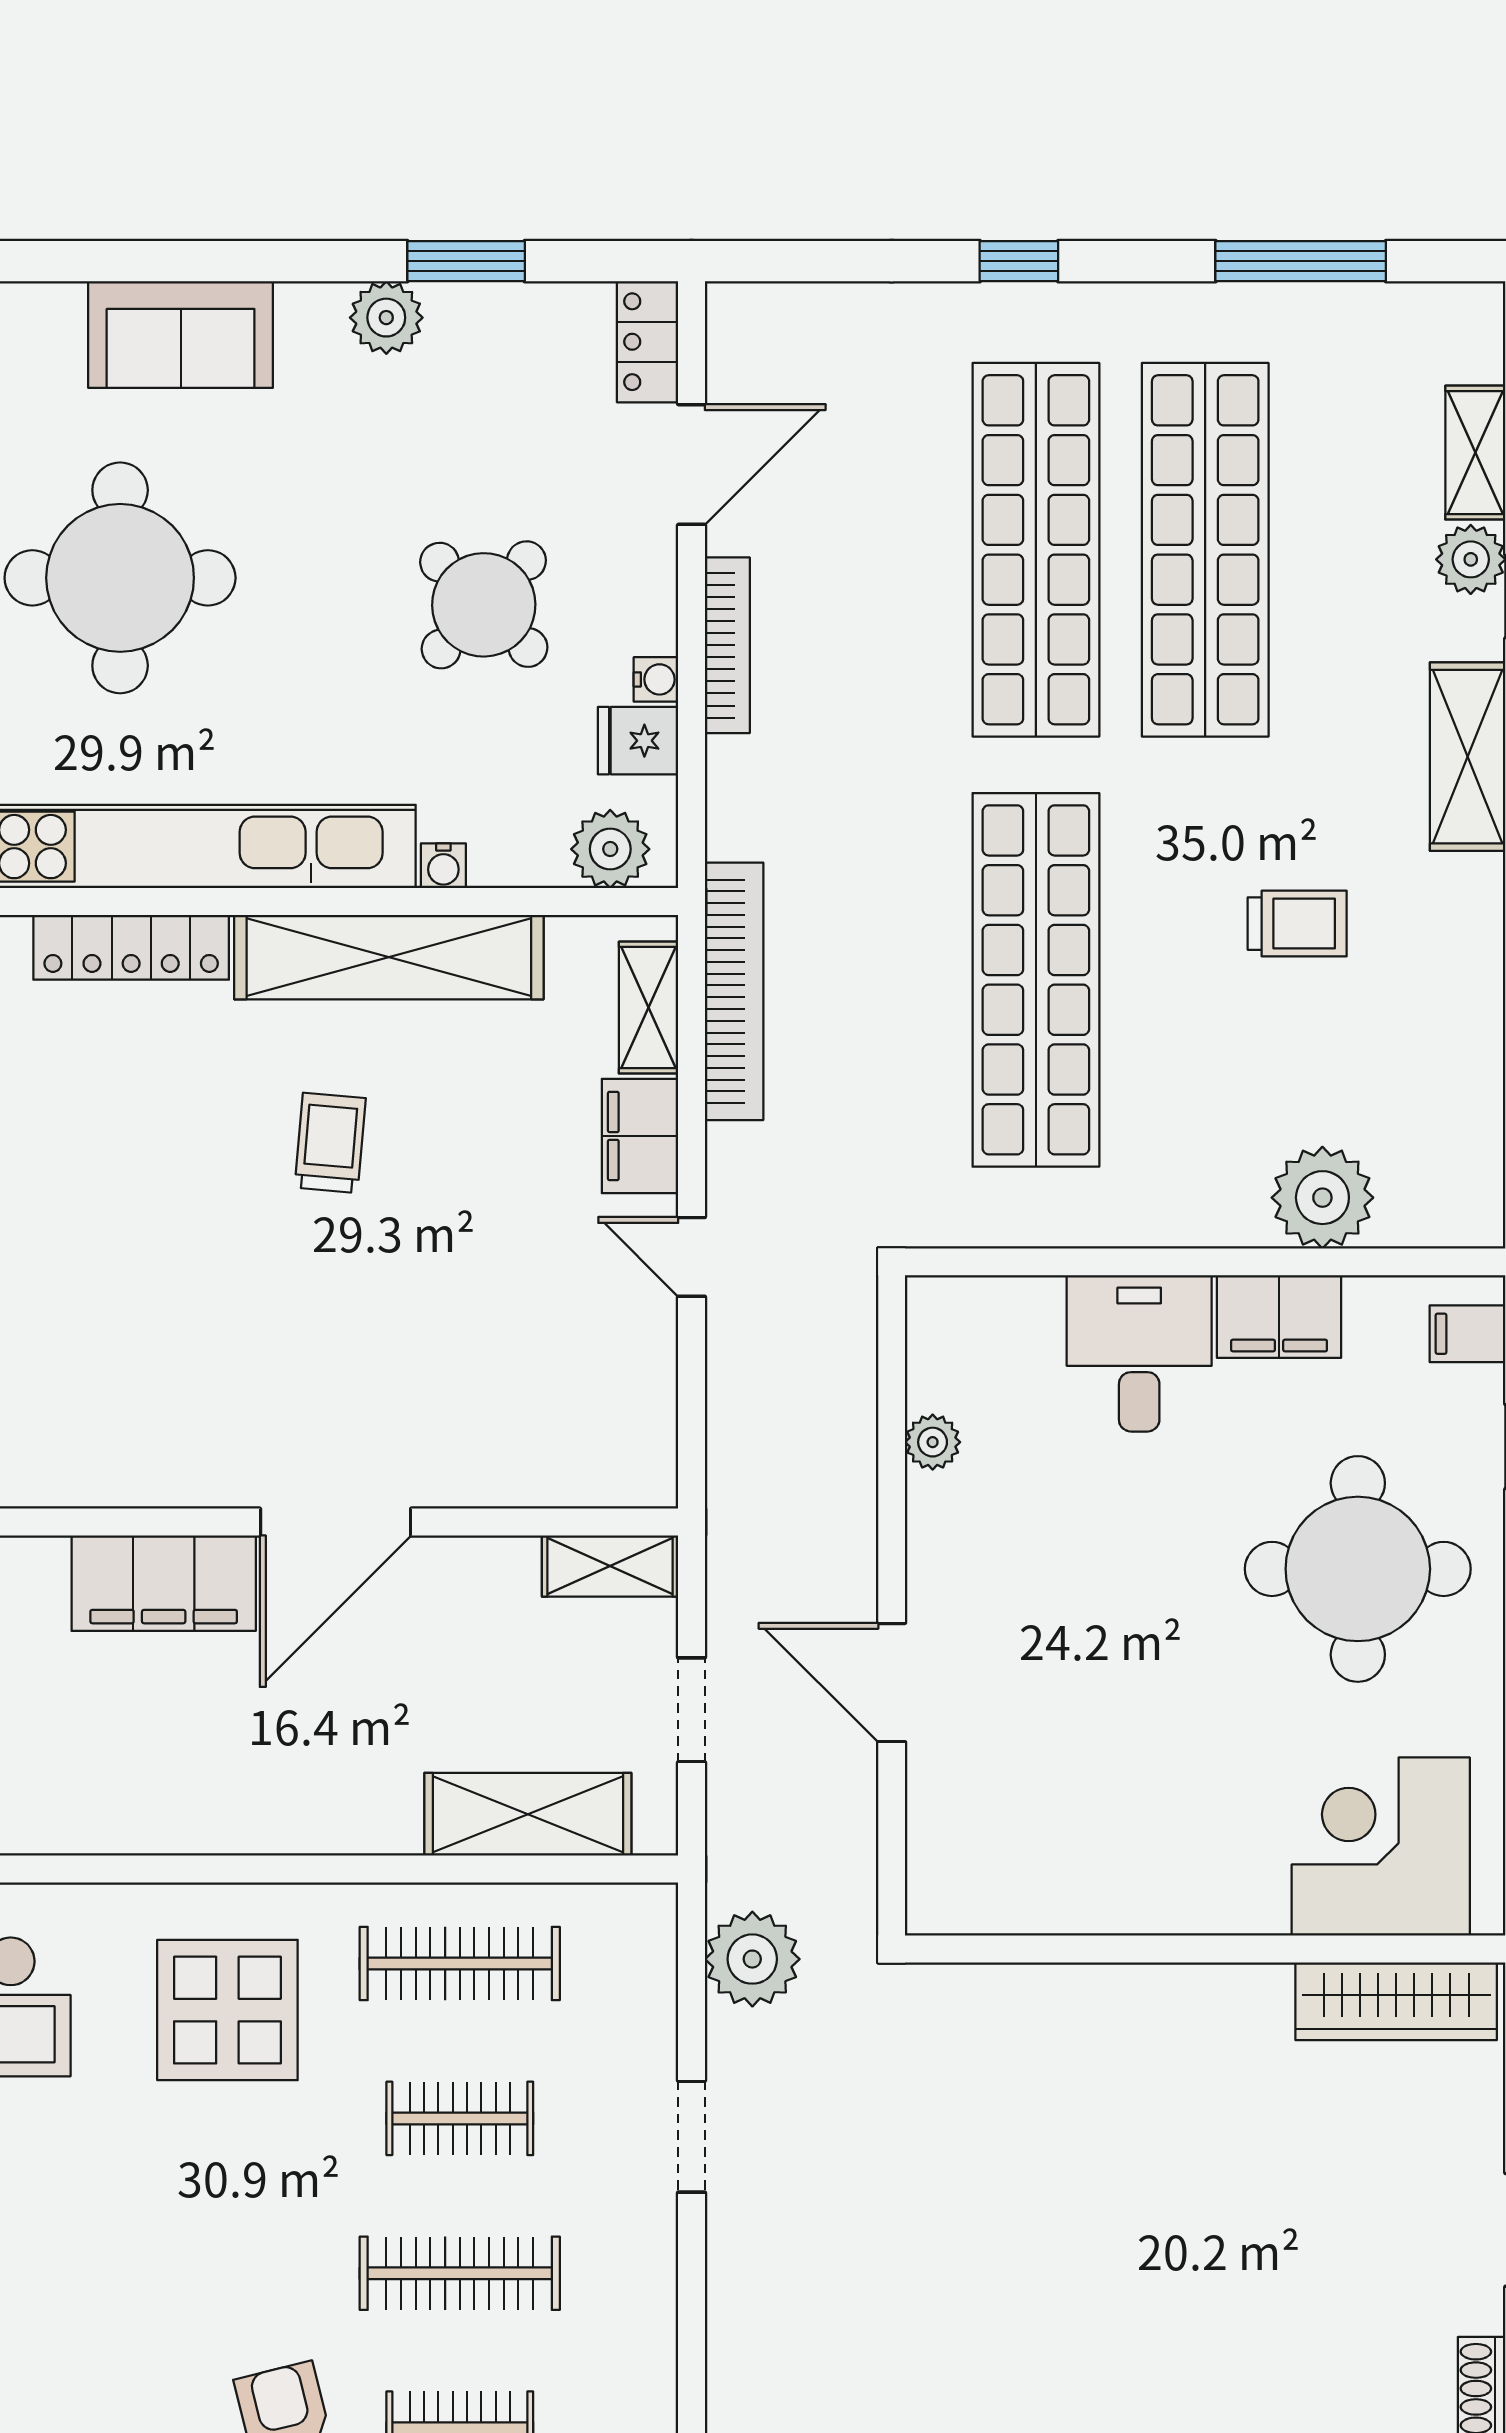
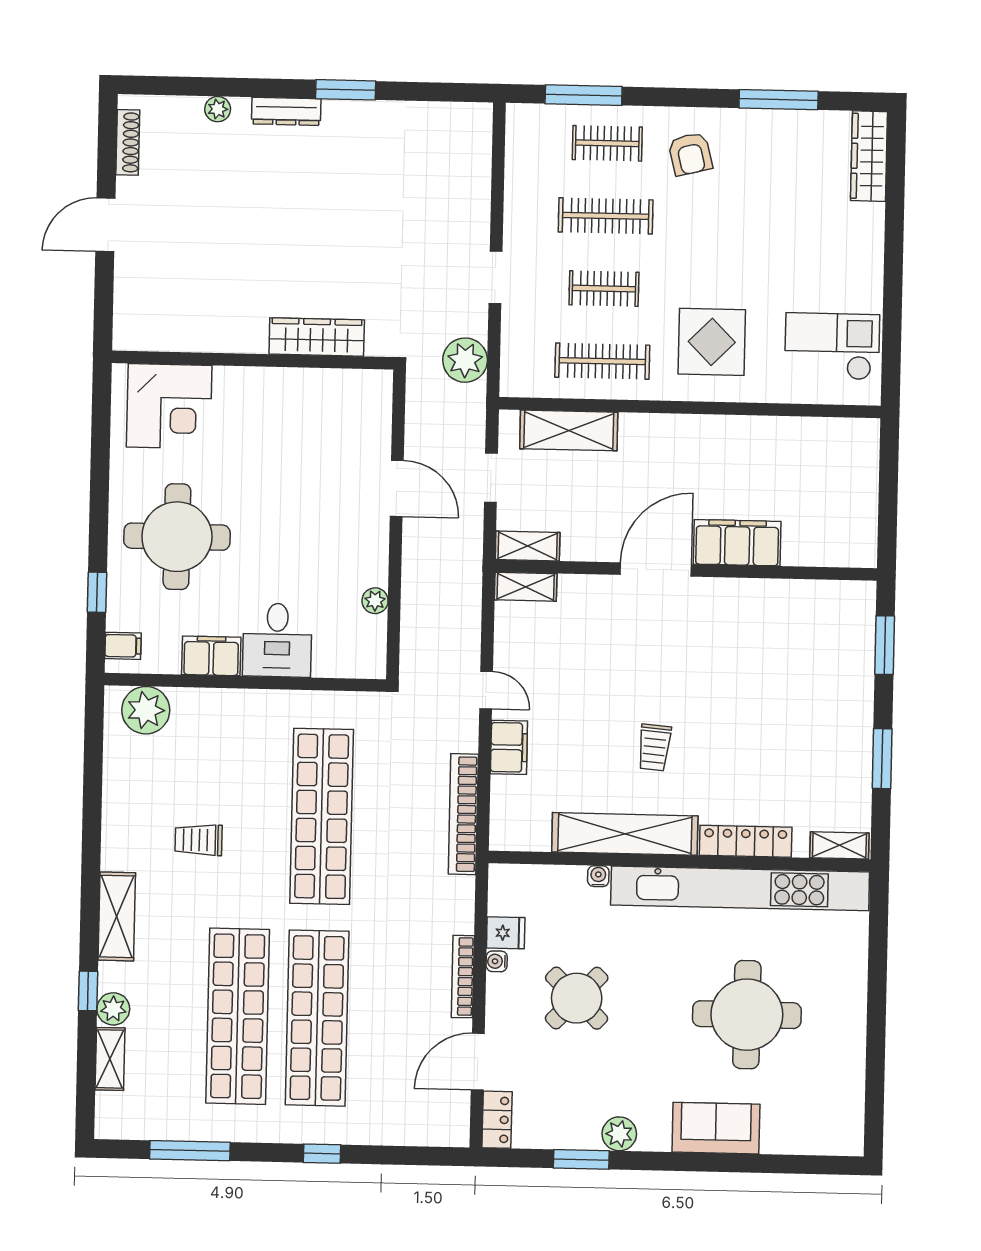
plant: (610, 849) -> (520, 882), removed
shelving: (648, 1008) -> (526, 587), moved, turned 90
plant: (1322, 1198) -> (146, 710), moved
wardrobe: (1396, 2001) -> (317, 337), moved

